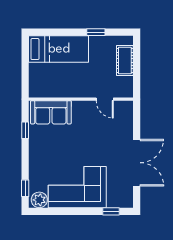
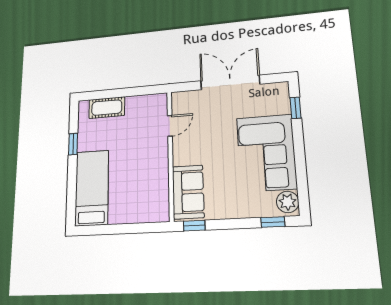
wall: (81, 99) -> (170, 155), moved
door: (105, 99) -> (170, 126), moved
sofa: (51, 112) -> (188, 192), moved

